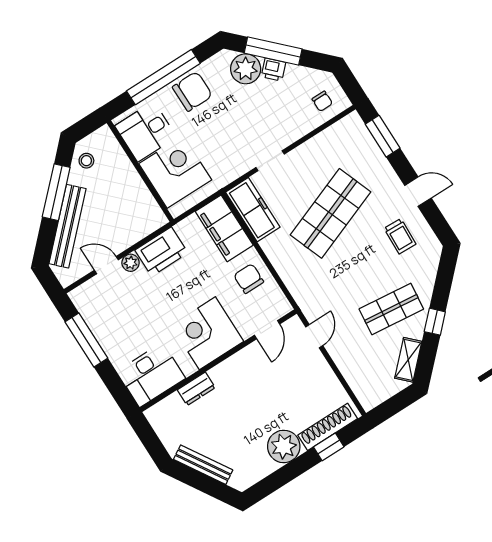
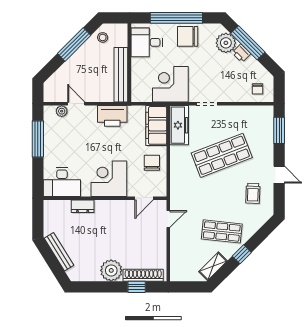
chair: (192, 91) -> (188, 36), turned 180
corner desk: (175, 172) -> (170, 84), moved, turned -90
bench: (68, 226) -> (121, 75), moved, turned -45
plant: (131, 263) -> (62, 111), moved

